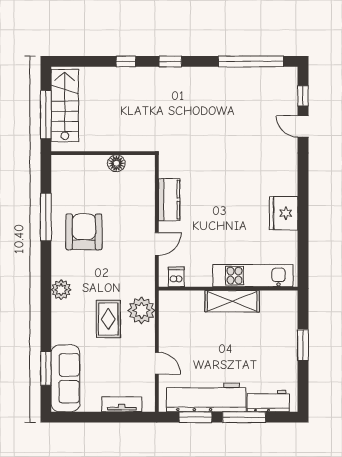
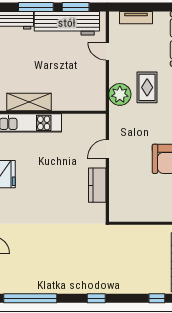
window: (126, 61) -> (157, 298), moved
floor lamp: (116, 163) -> (140, 215), removed
dishwasher: (176, 277) -> (91, 122), removed
shelving: (232, 301) -> (29, 102), moved

